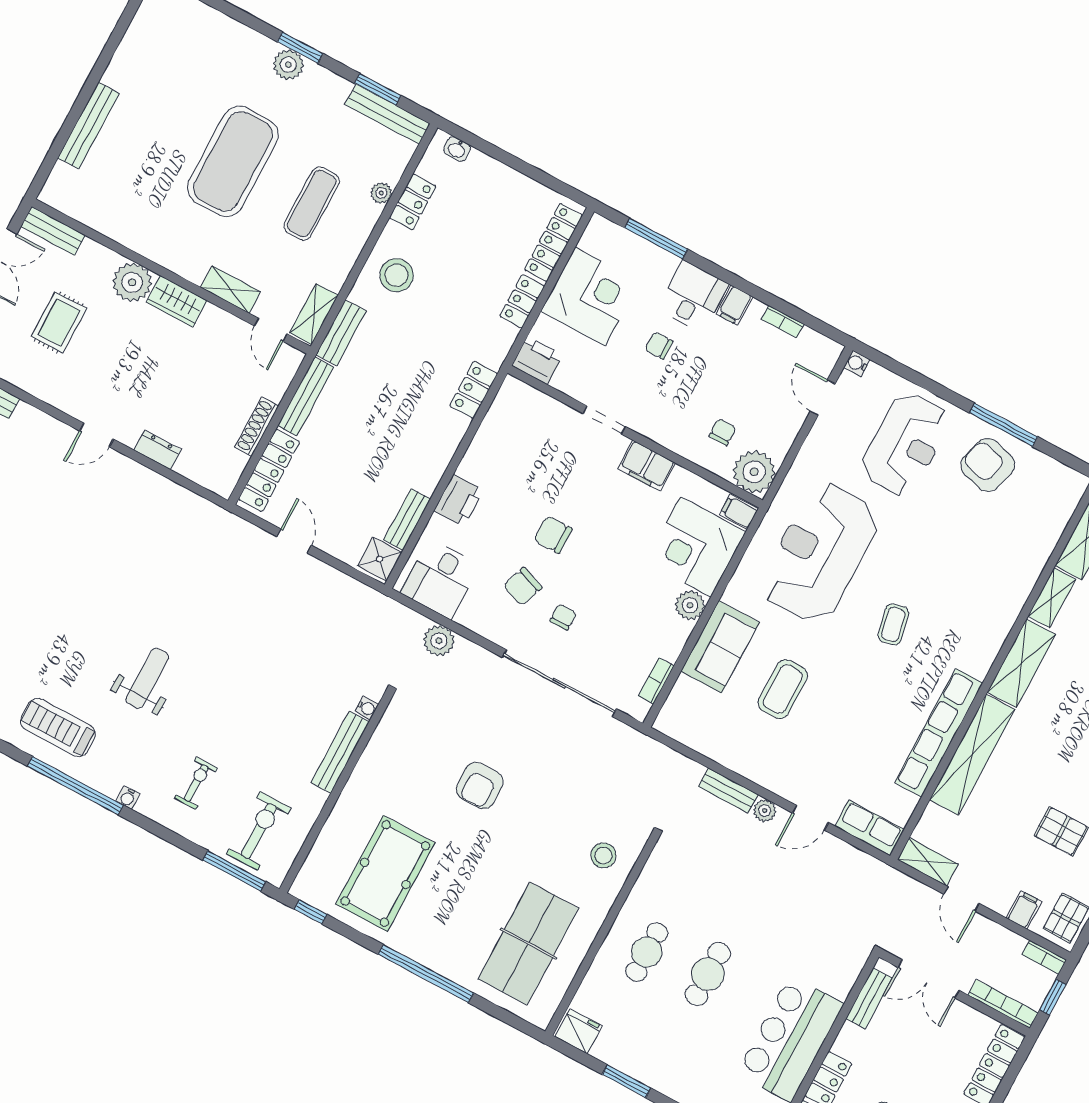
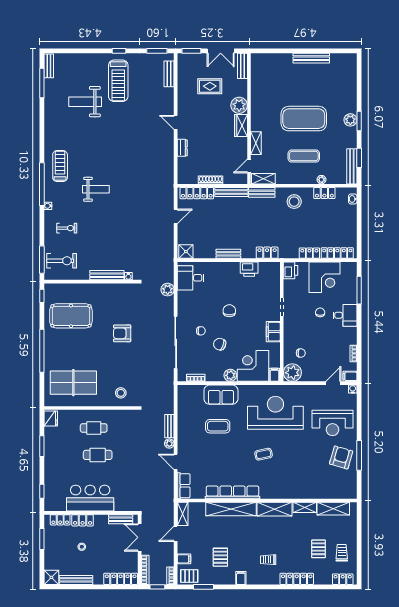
bench: (89, 126) -> (311, 58), moved
filing cabinet: (734, 305) -> (350, 376), moved
printer: (459, 500) -> (249, 269), moved
bench: (407, 519) -> (228, 254), moved
chair: (523, 587) -> (220, 344), moved

